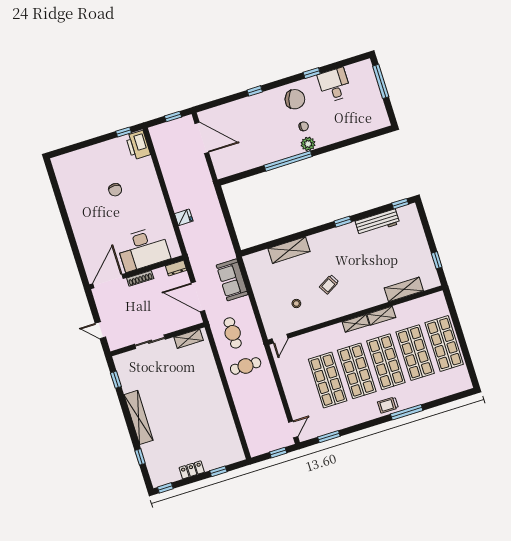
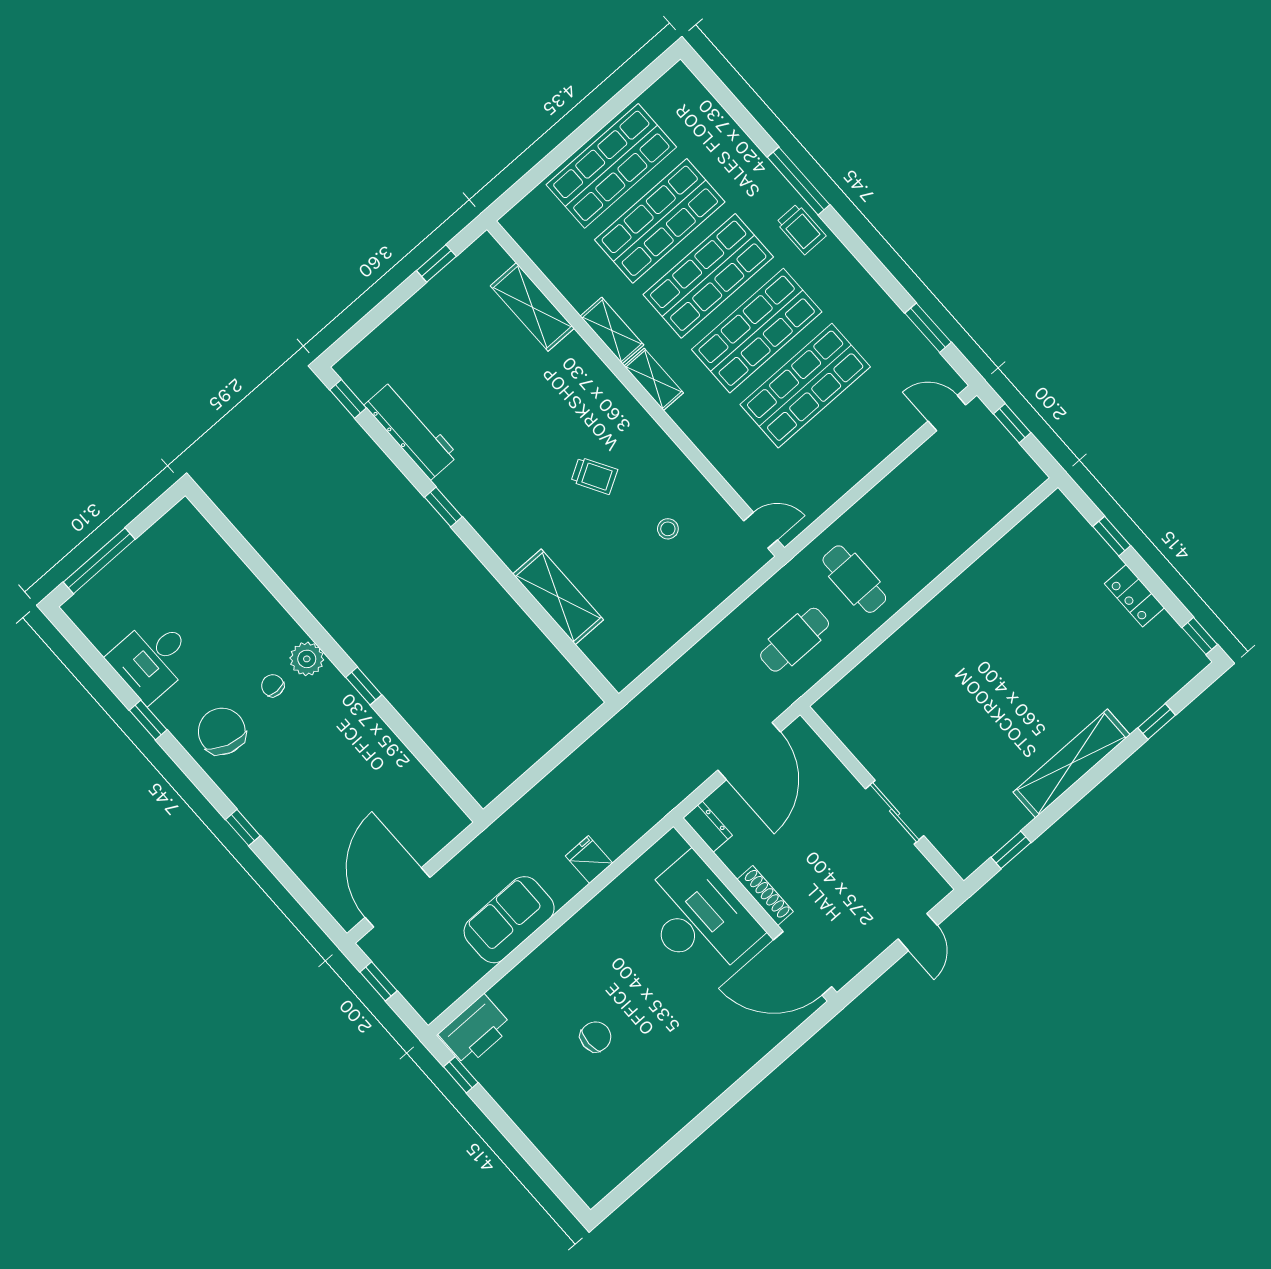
window: (288, 161) -> (364, 686), width x0.32
sofa: (232, 280) -> (509, 920), moved, turned 180
shelving: (189, 339) -> (850, 731), removed

